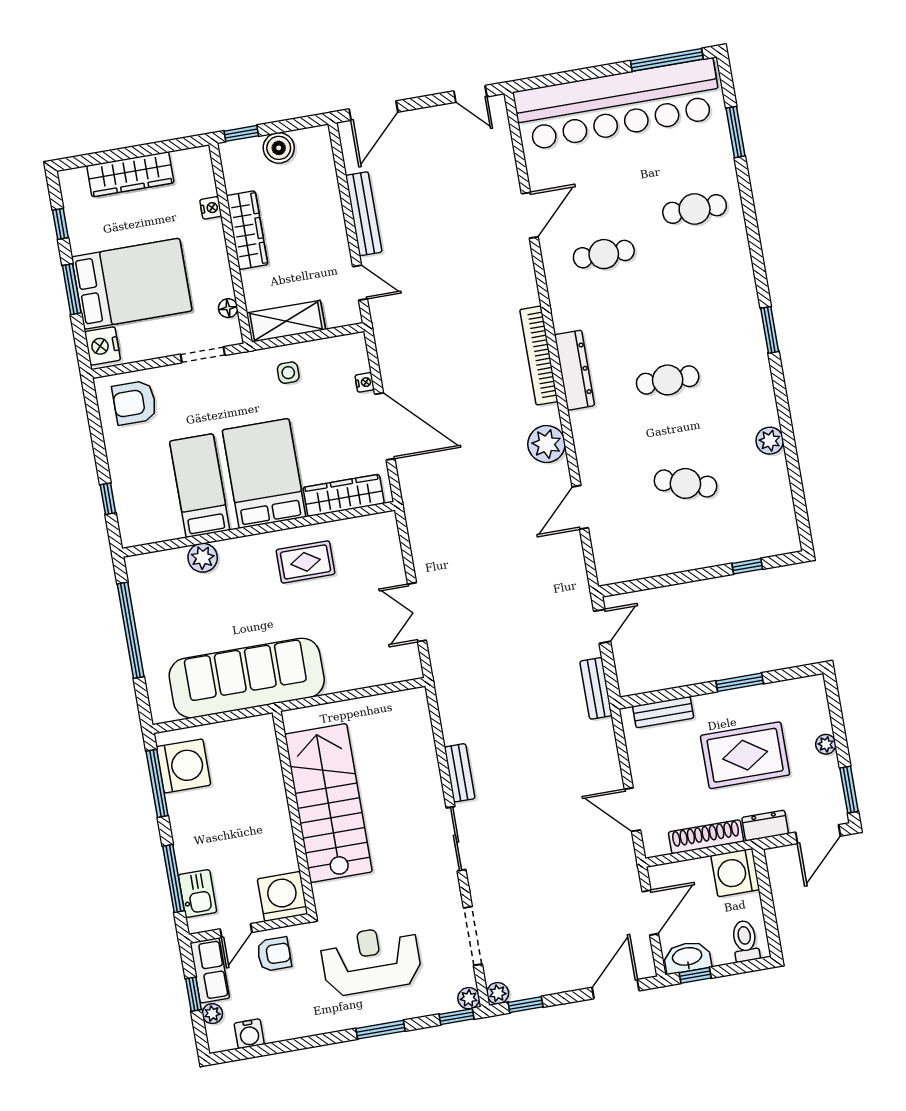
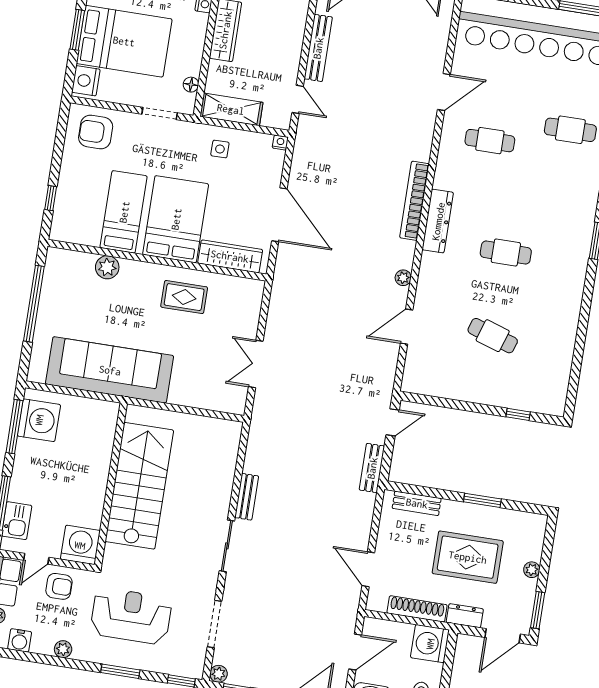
nightstand: (365, 382) -> (280, 143), moved, turned -90
plant: (770, 441) -> (568, 325), removed
plant: (546, 444) -> (403, 278), width x0.53, depth x0.53
plant: (469, 998) -> (63, 649), moved

